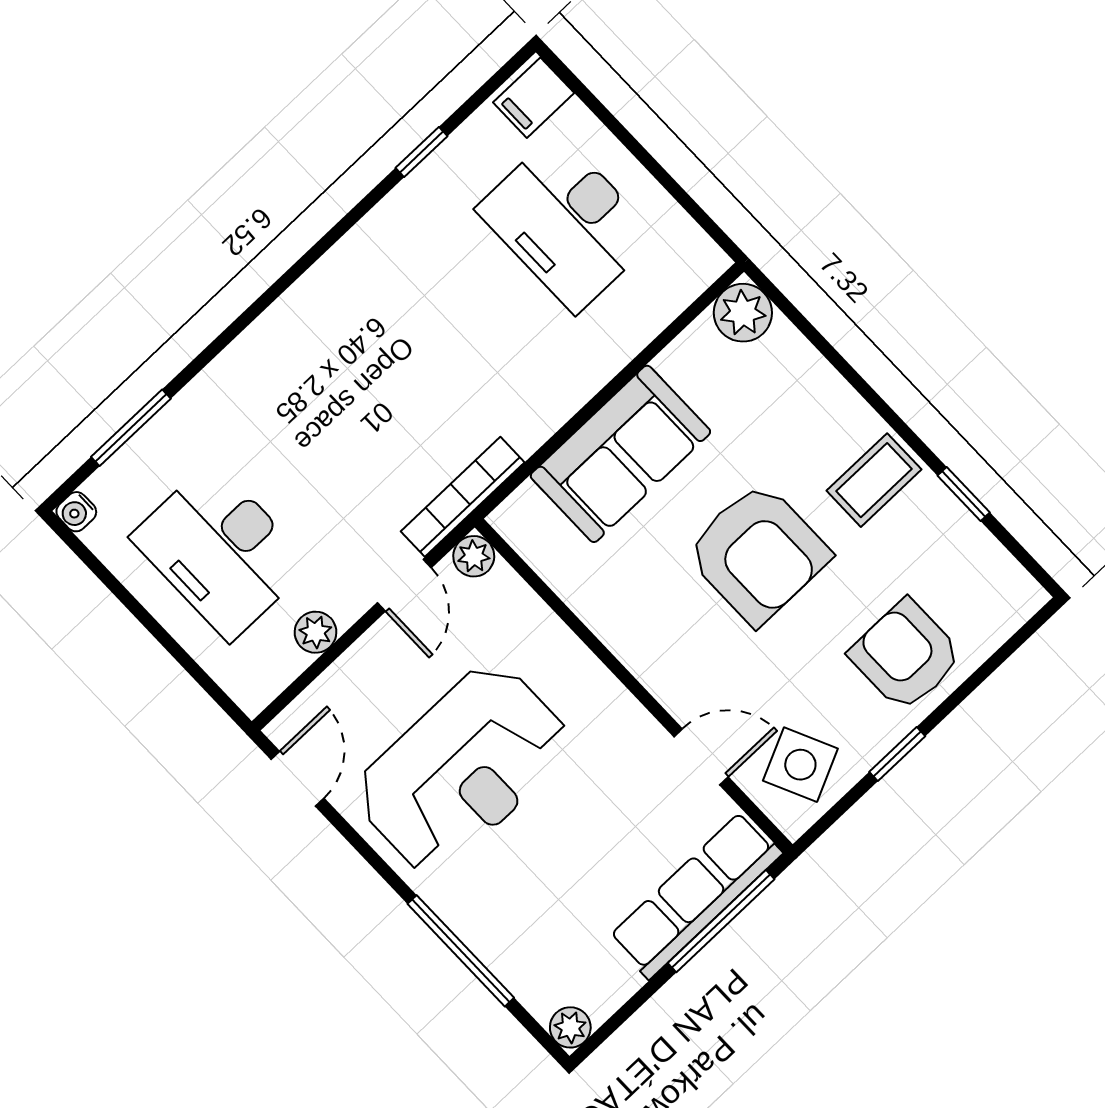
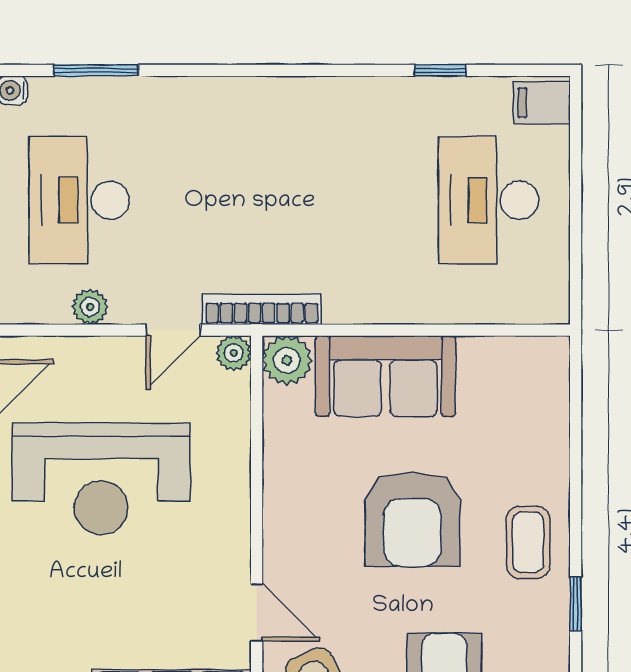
plant: (743, 313) -> (287, 360), moved
coffee table: (874, 480) -> (528, 542), turned 90

